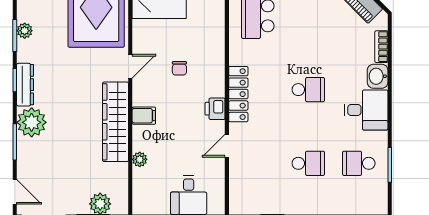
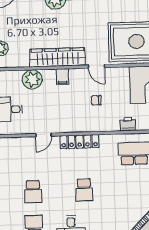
printer: (215, 109) -> (128, 124), moved
door: (227, 146) -> (43, 135), swing flipped
plant: (140, 159) -> (32, 79), width x1.87, depth x1.87

